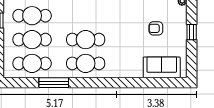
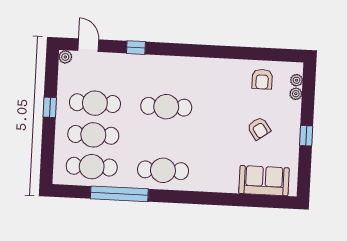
armchair: (156, 28) -> (259, 128), turned -125
cafe table: (86, 40) -> (166, 107), moved
window: (54, 83) -> (119, 194), width x1.46

